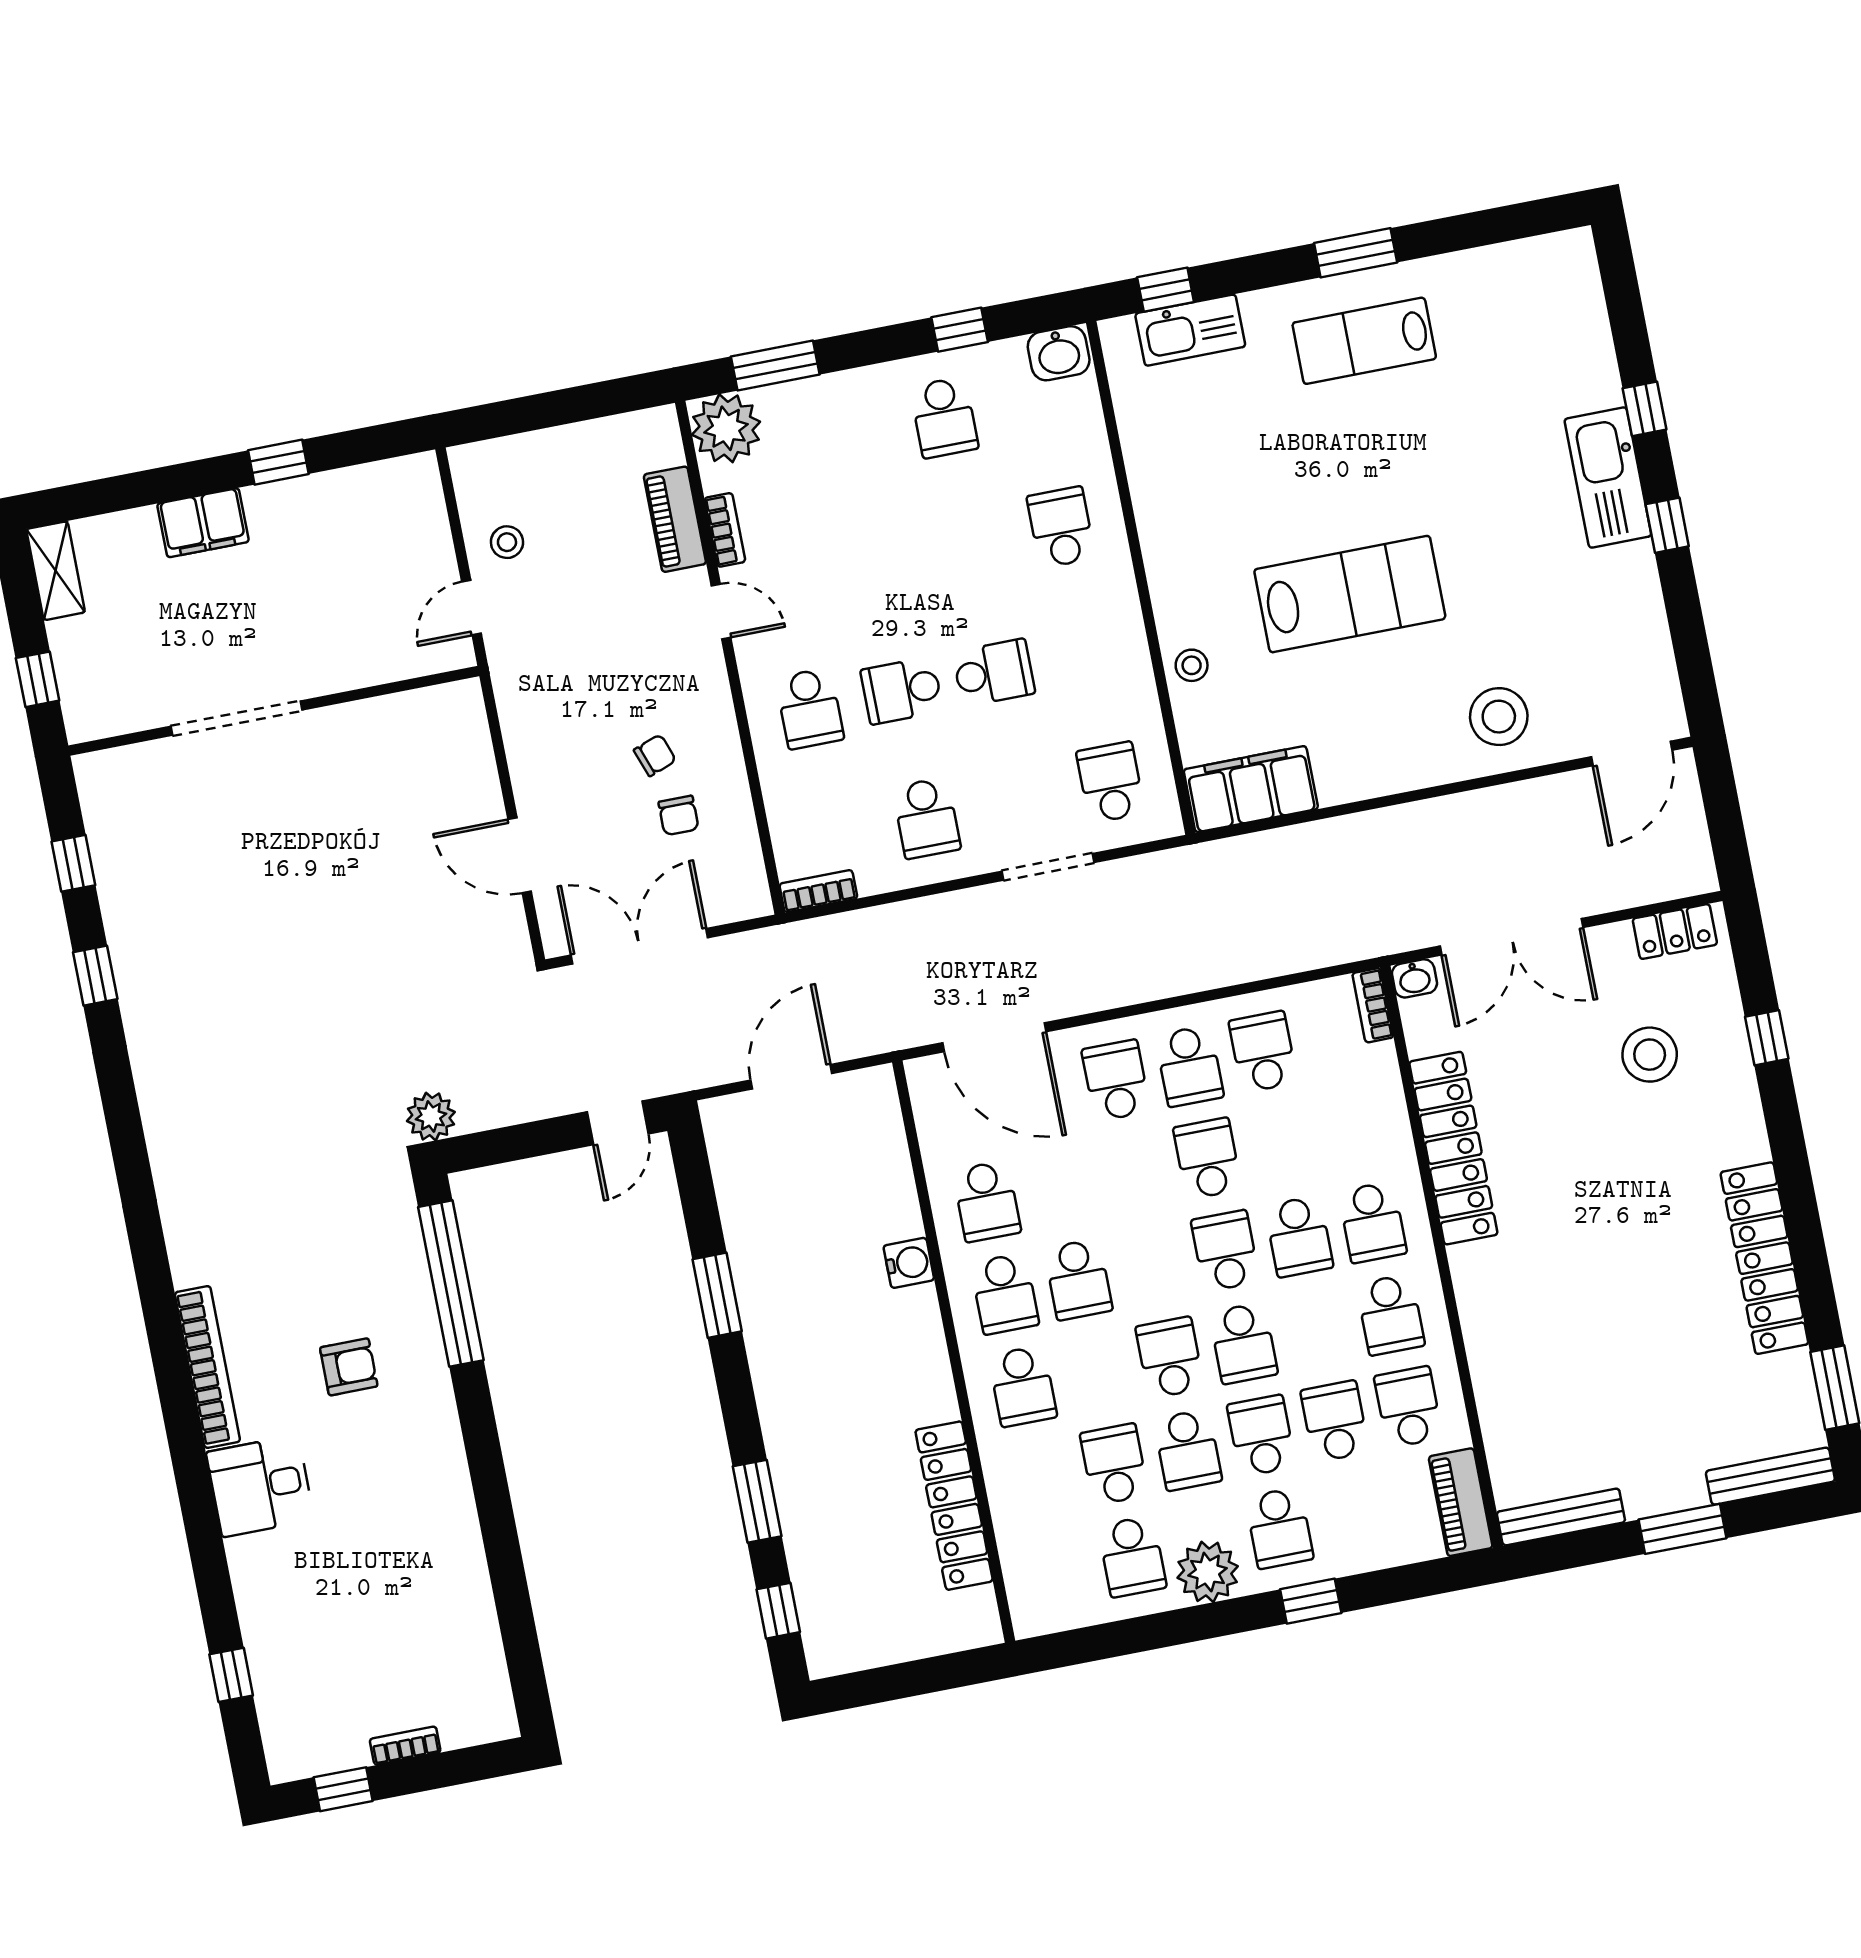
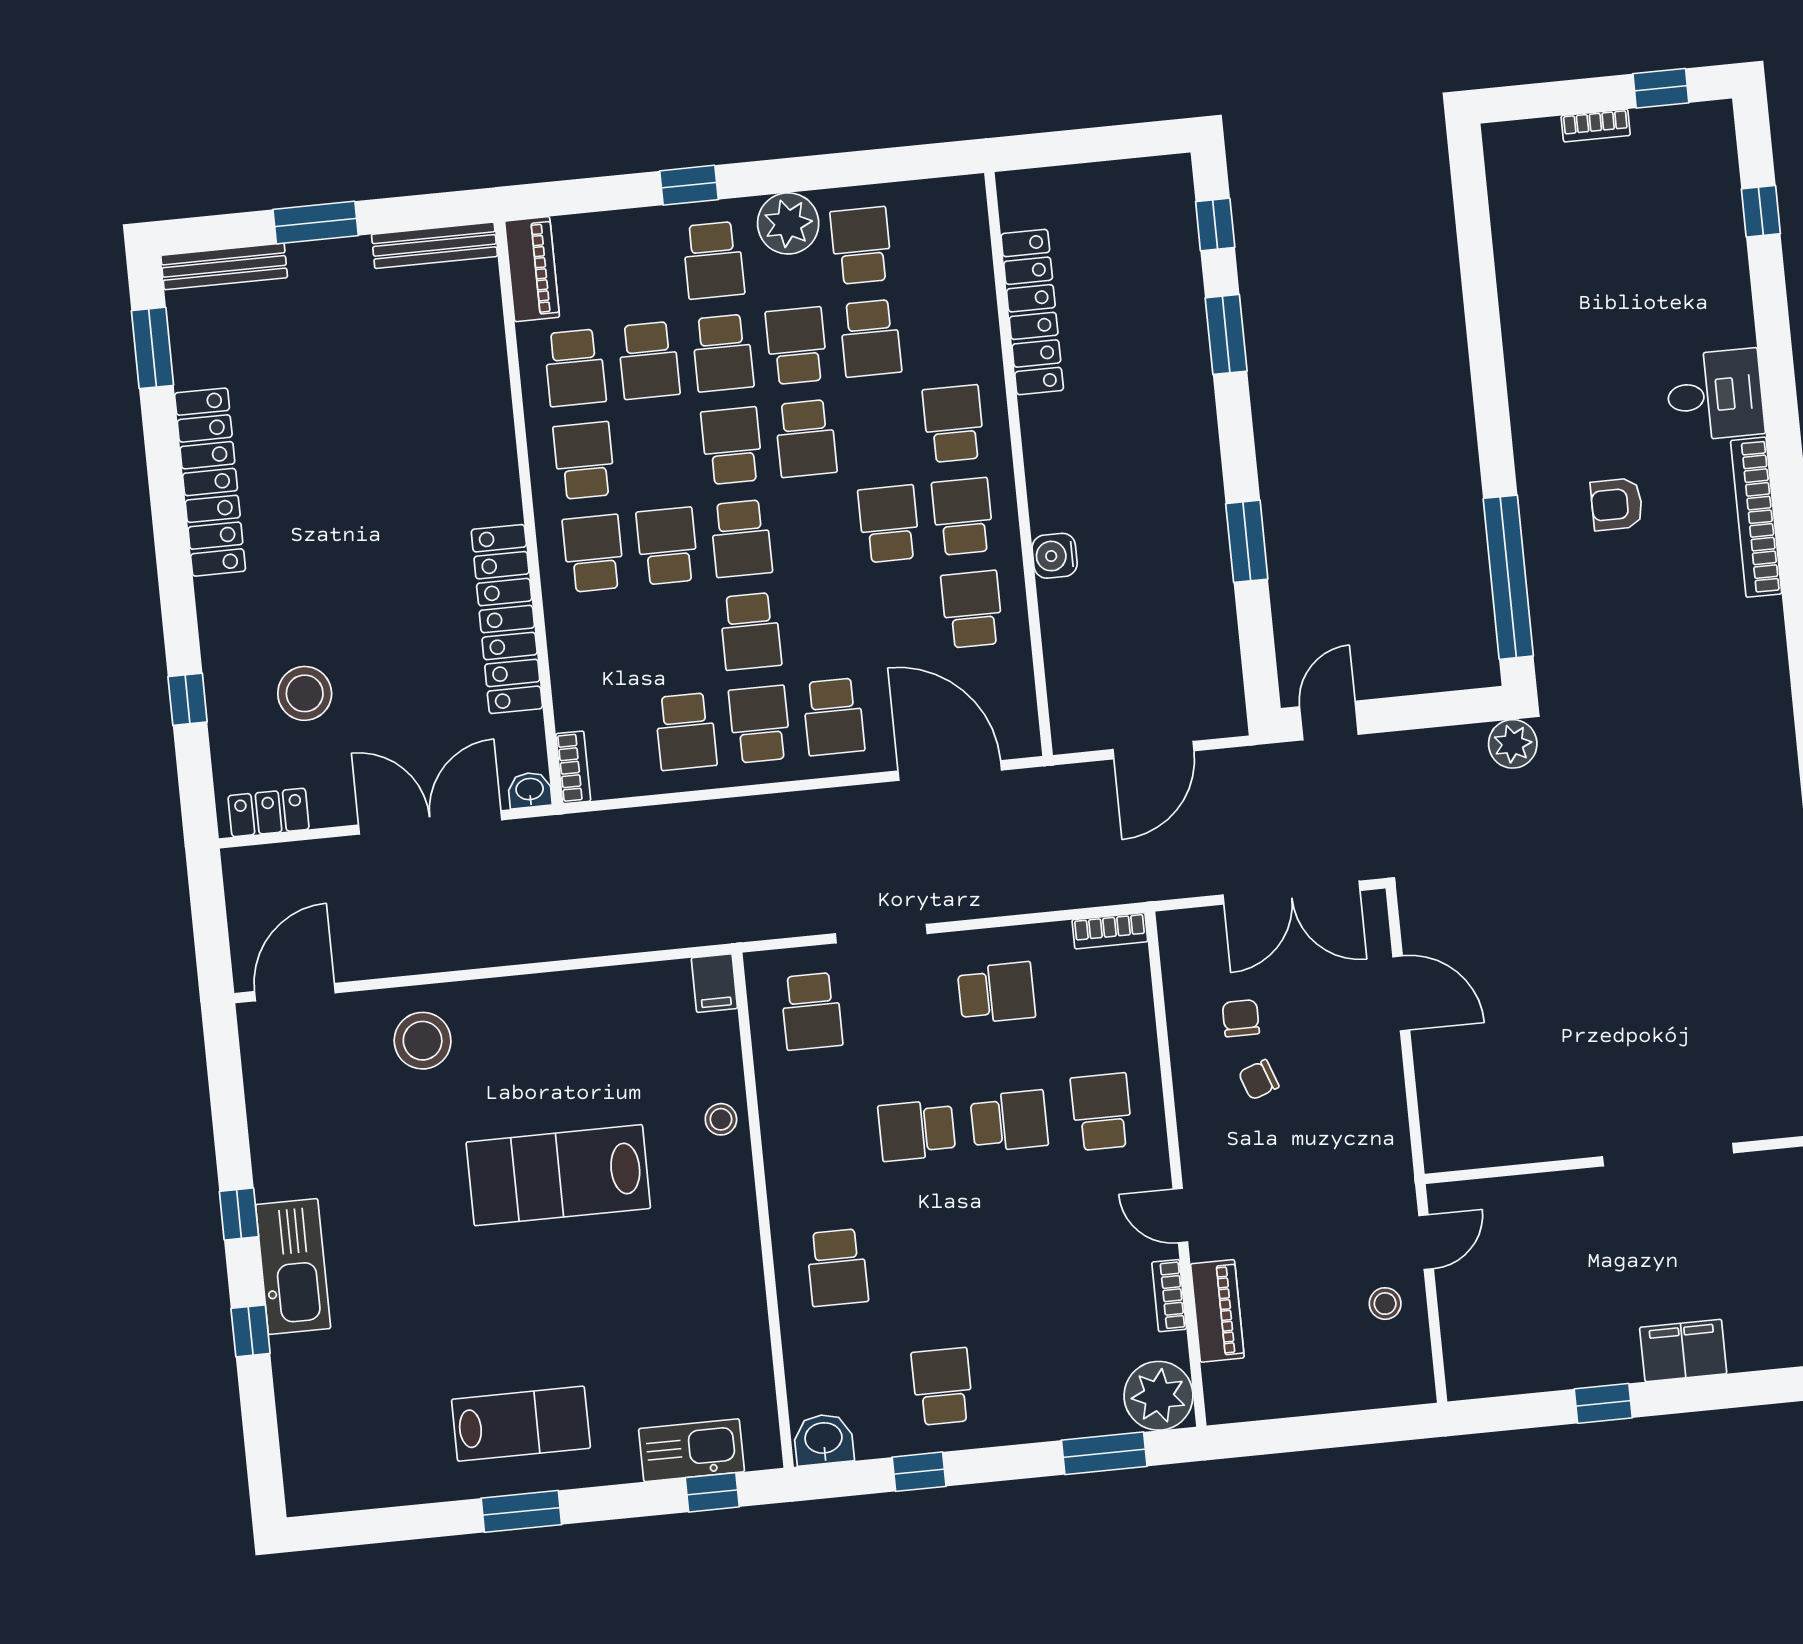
filing cabinet: (1251, 789) -> (714, 983), width x0.33, depth x0.86
school desk: (927, 818) -> (996, 993), turned 90
school desk: (1279, 1528) -> (713, 260), turned 180

